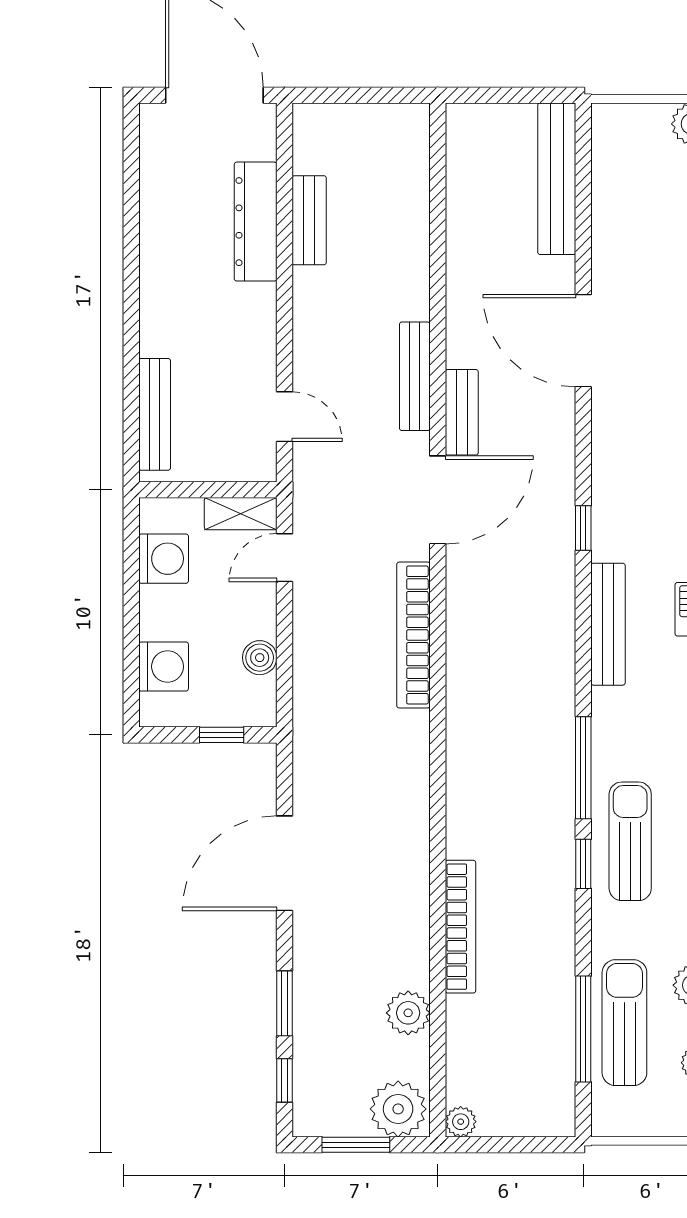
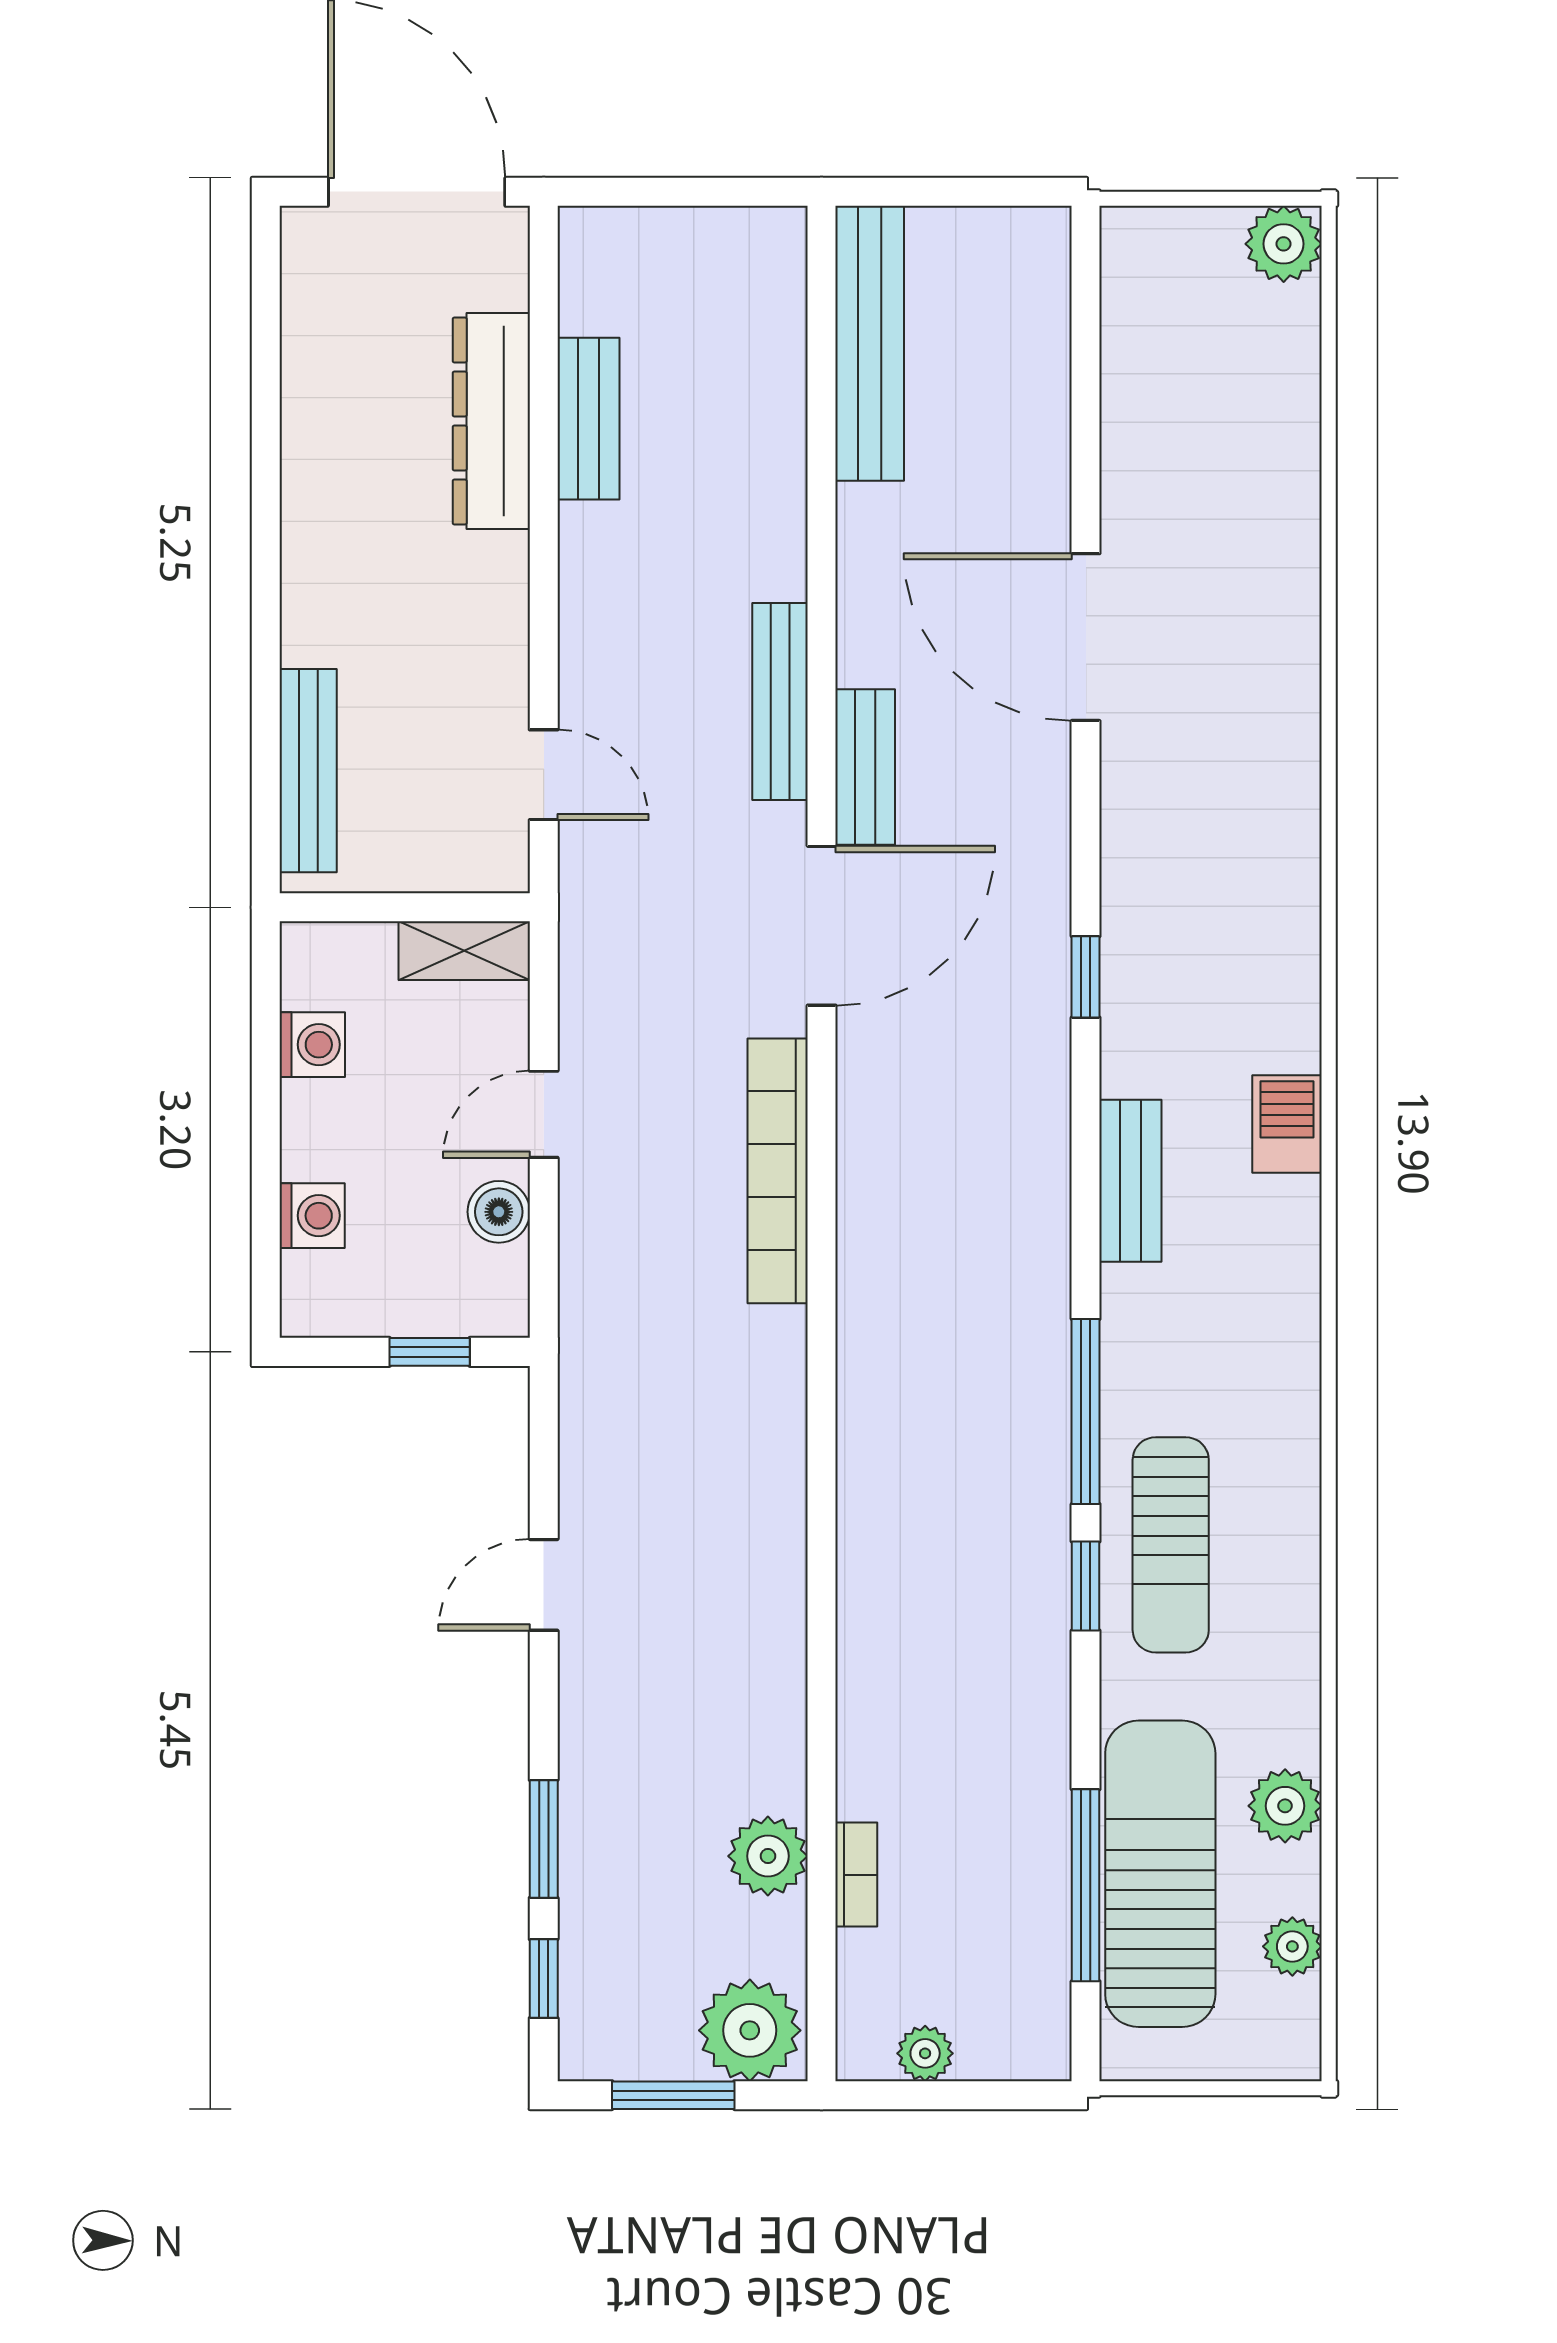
bench: (557, 179) -> (870, 343), moved
door: (284, 558) -> (544, 1114), moved
washing machine: (164, 559) -> (312, 1045), width x0.73, depth x0.73
bench: (608, 624) -> (1130, 1181), width x0.73
washing machine: (164, 667) -> (312, 1216), width x0.73, depth x0.73
sun lounger: (630, 841) -> (1171, 1545), turned 180
door: (284, 863) -> (544, 1585), width x0.53
bookcase: (460, 927) -> (856, 1875), moved, width x0.43, depth x0.76
sun lounger: (624, 1023) -> (1160, 1874), width x1.36, depth x1.34
plant: (461, 1122) -> (925, 2053), moved

